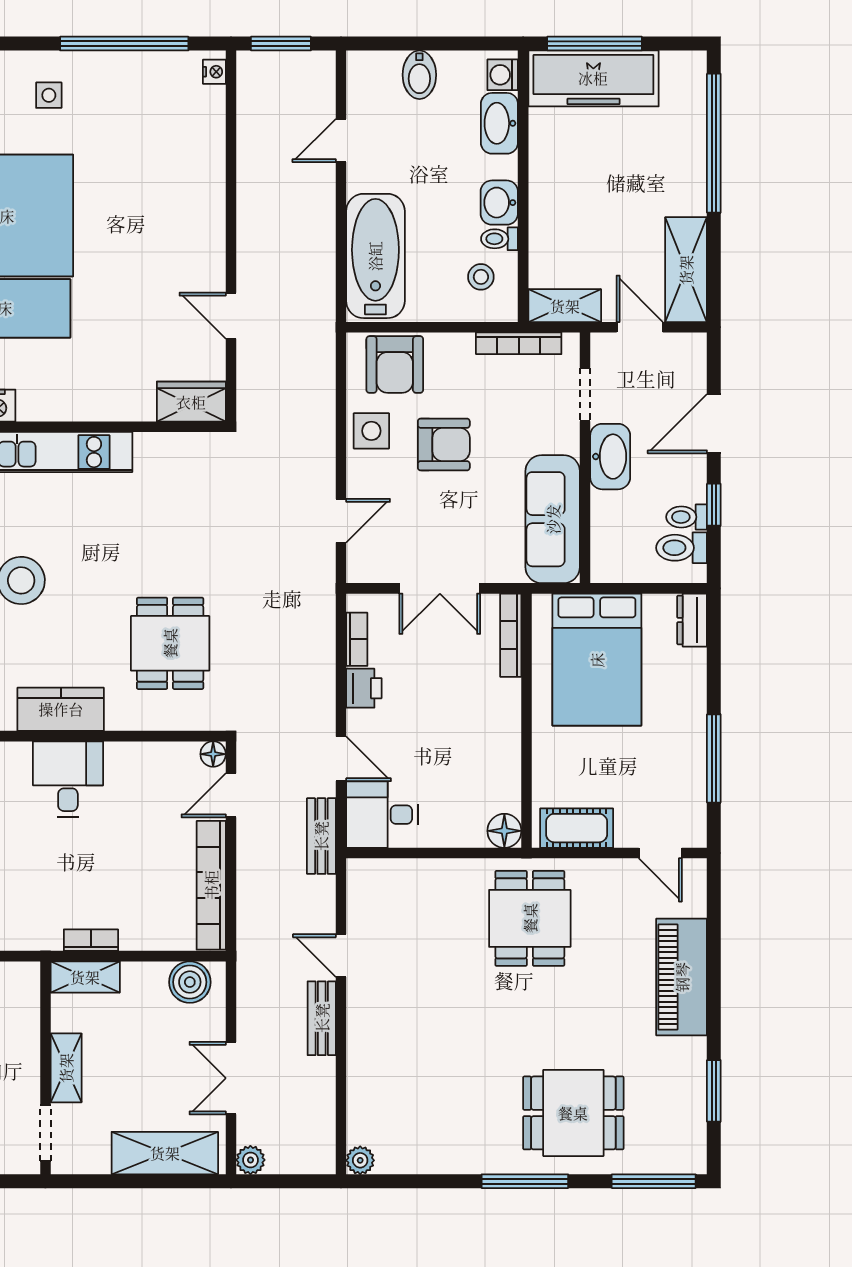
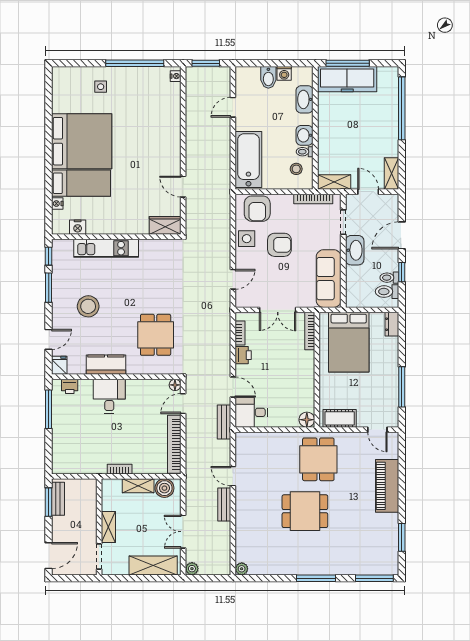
washing machine: (503, 75) -> (284, 73), moved, turned -90
shelving: (686, 270) -> (391, 174), width x0.67, depth x0.75
shelving: (85, 977) -> (138, 486), moved
dining table: (573, 1113) -> (305, 511), moved

